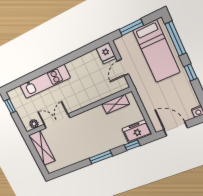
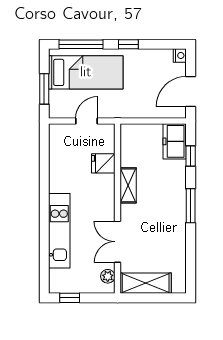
fridge: (106, 53) -> (103, 163), moved, turned 180
door: (123, 67) -> (87, 121), swing flipped
shelving: (116, 104) -> (128, 185), moved

